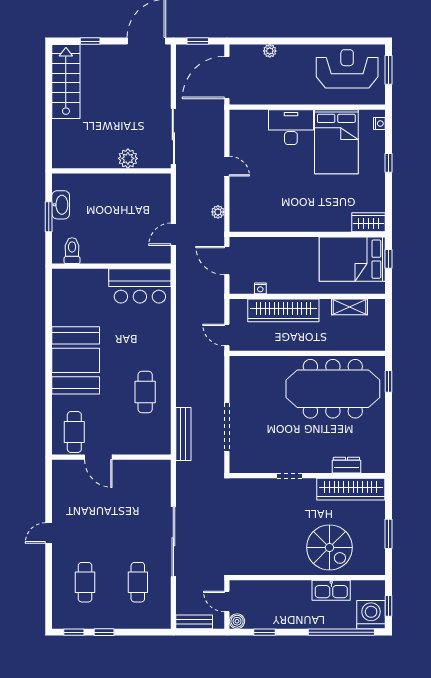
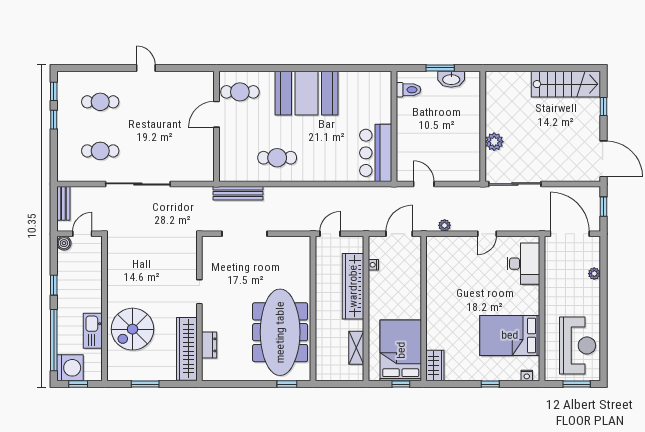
desk: (291, 127) -> (523, 264), moved
window: (265, 632) -> (54, 285), moved

